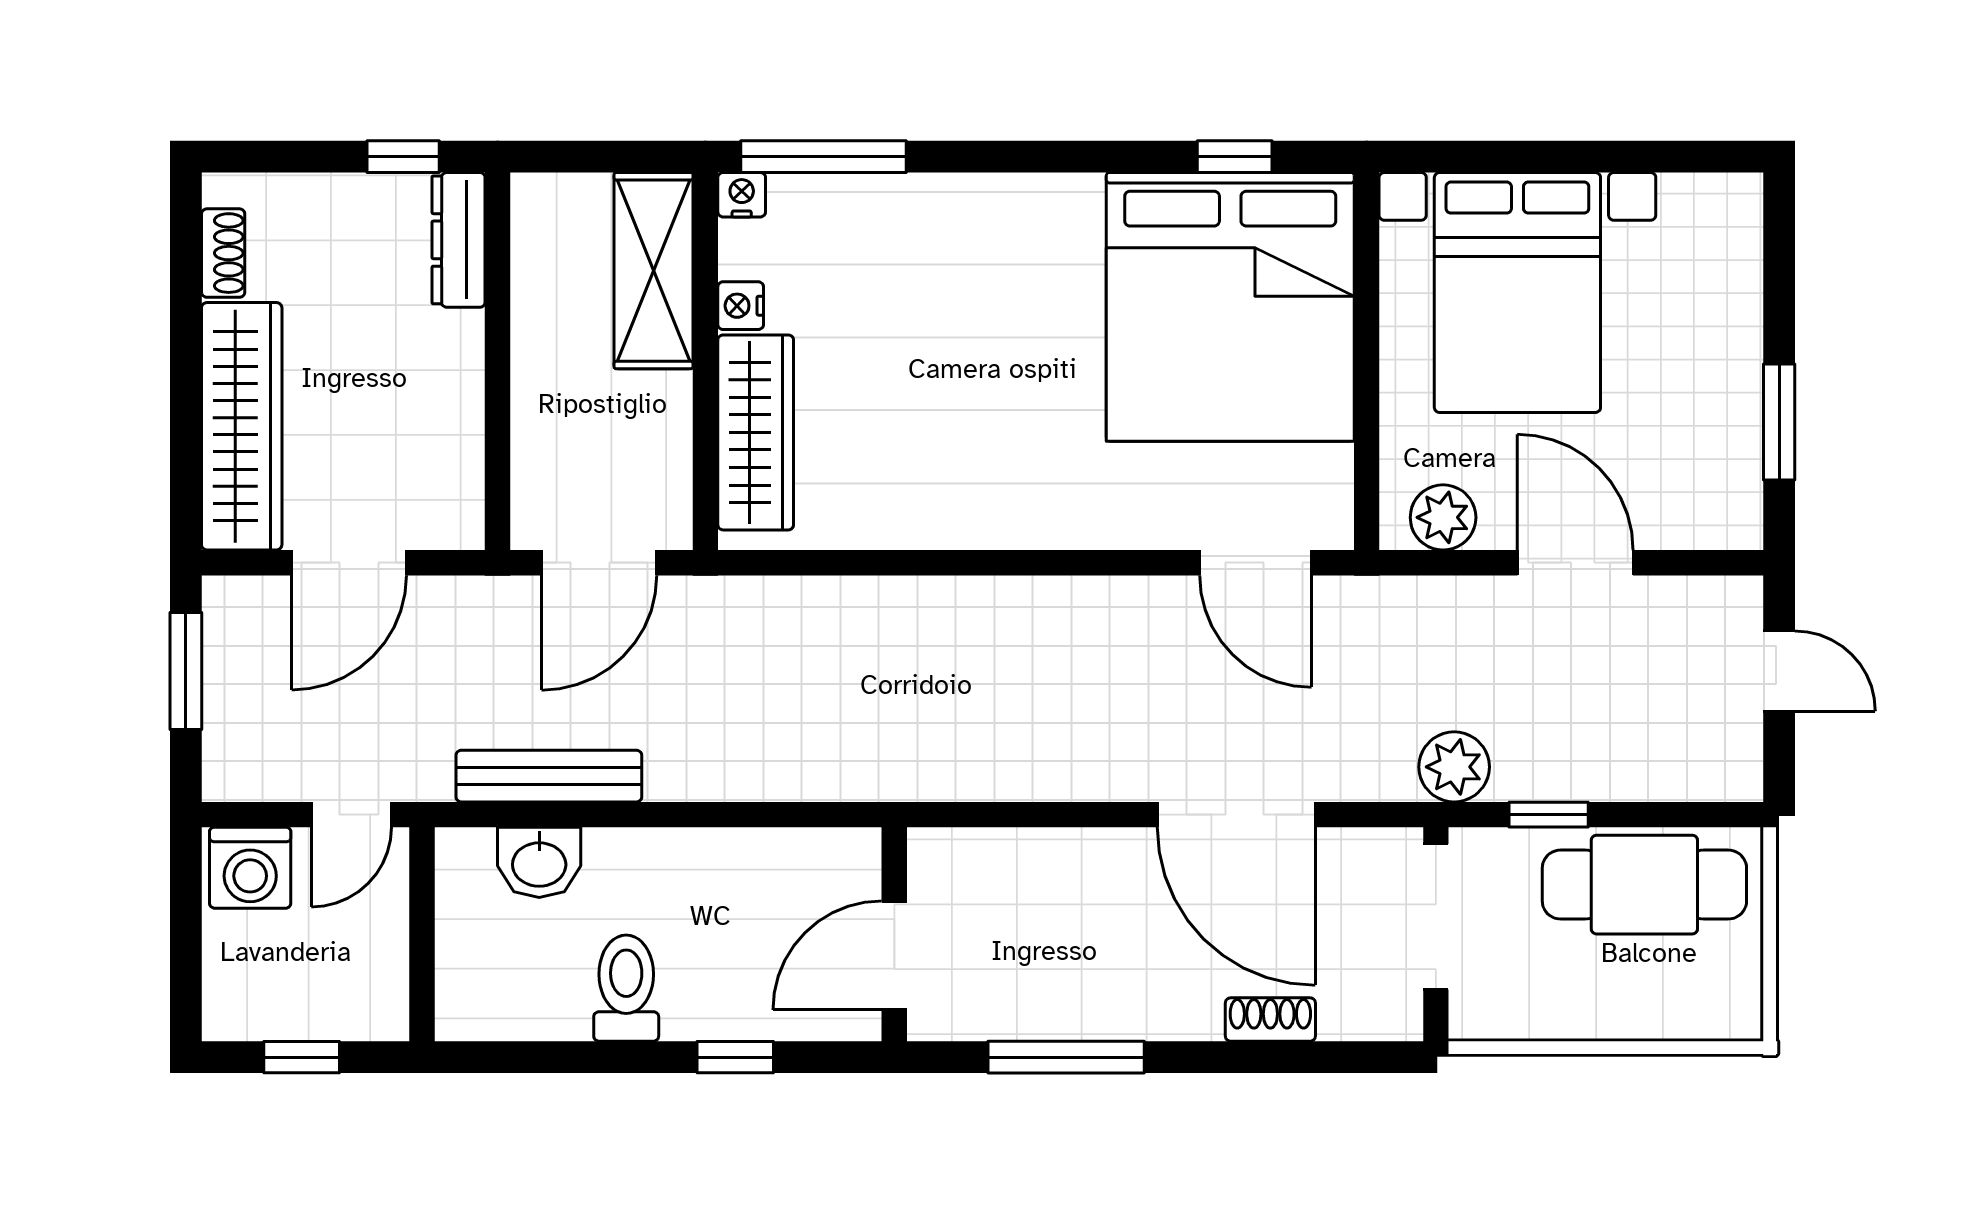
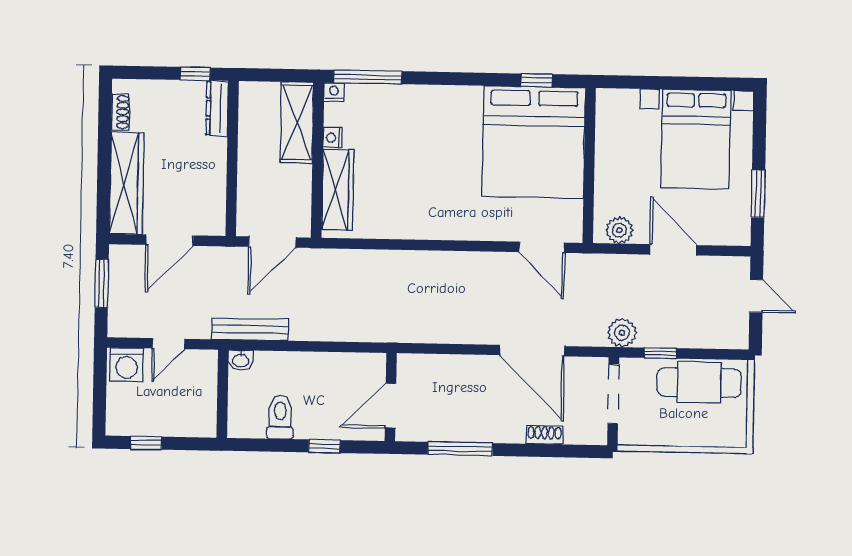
bed with nightstands: (1517, 293) -> (696, 139), moved
washbasin: (539, 862) -> (241, 360), width x0.72, depth x0.69
wall: (422, 934) -> (223, 394), moved

